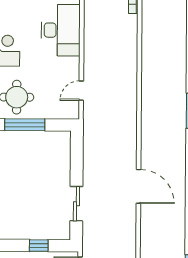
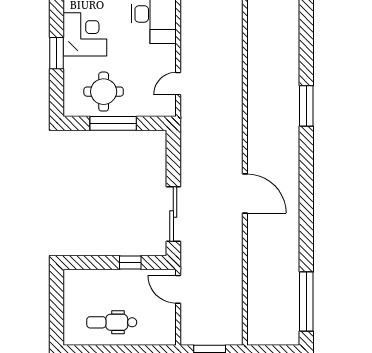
sliding door: (76, 204) -> (173, 214), width x1.37

